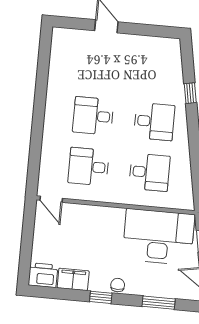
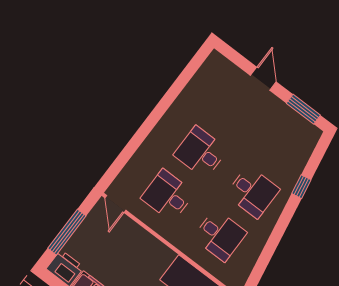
window: (153, 31) -> (303, 109), added
window: (27, 246) -> (67, 232), added

